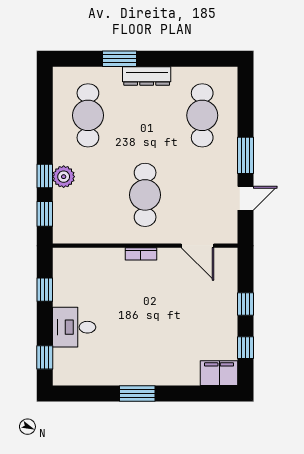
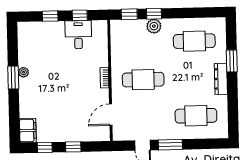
desk: (74, 327) -> (78, 35), moved
window: (45, 357) -> (50, 16), moved
plant: (130, 378) -> (23, 72), added

